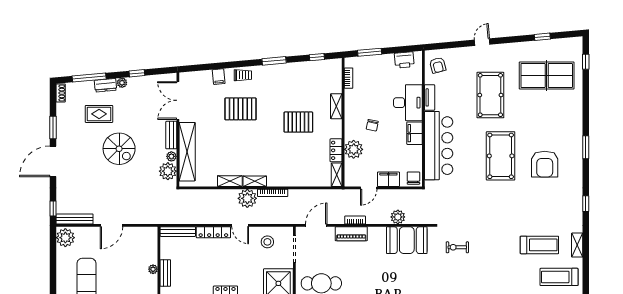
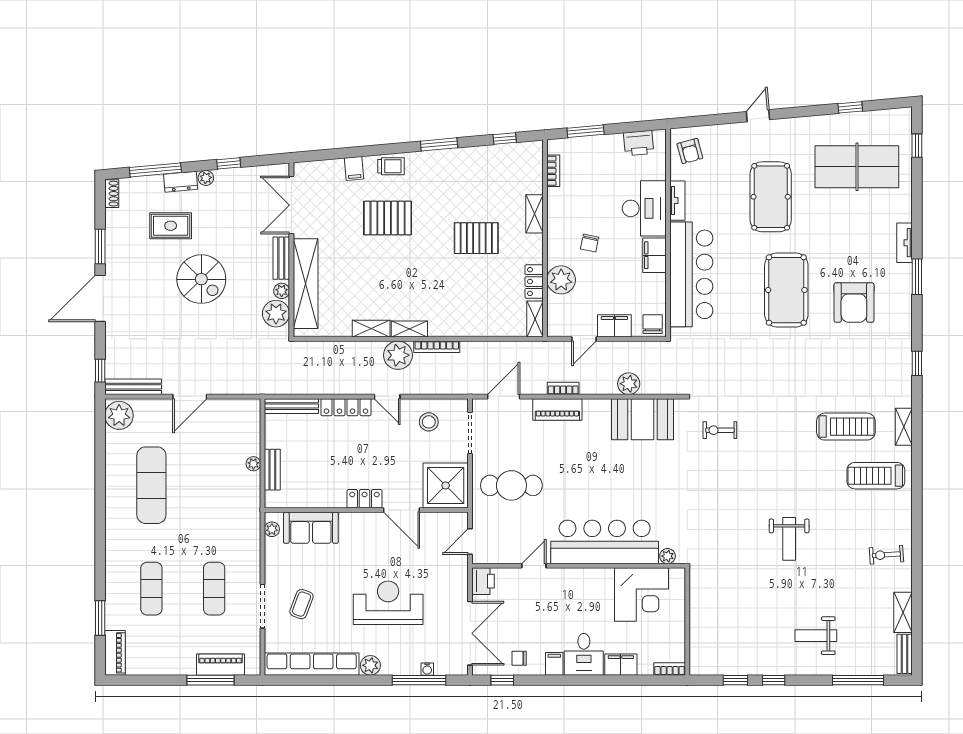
tv unit: (578, 125) -> (904, 243), added

